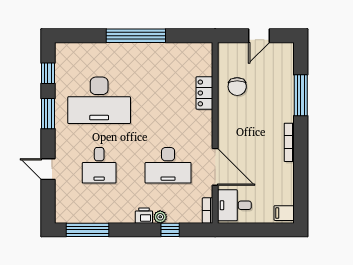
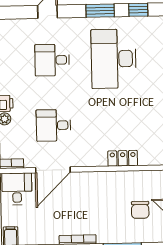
chair: (237, 87) -> (140, 210), moved, turned -90
desk: (168, 165) -> (53, 125), width x0.73

